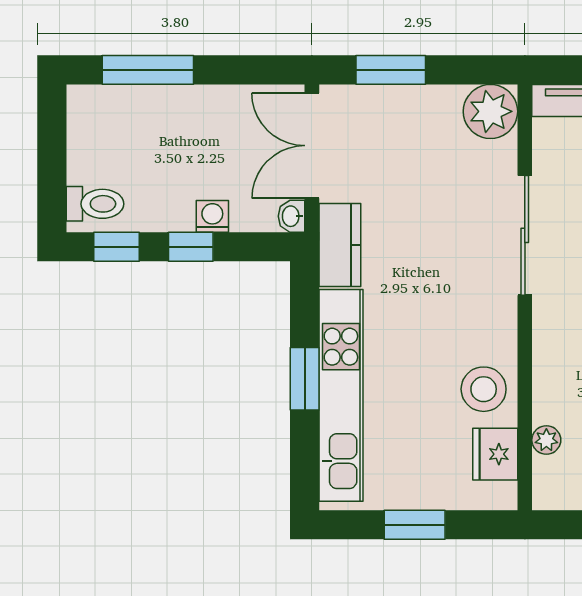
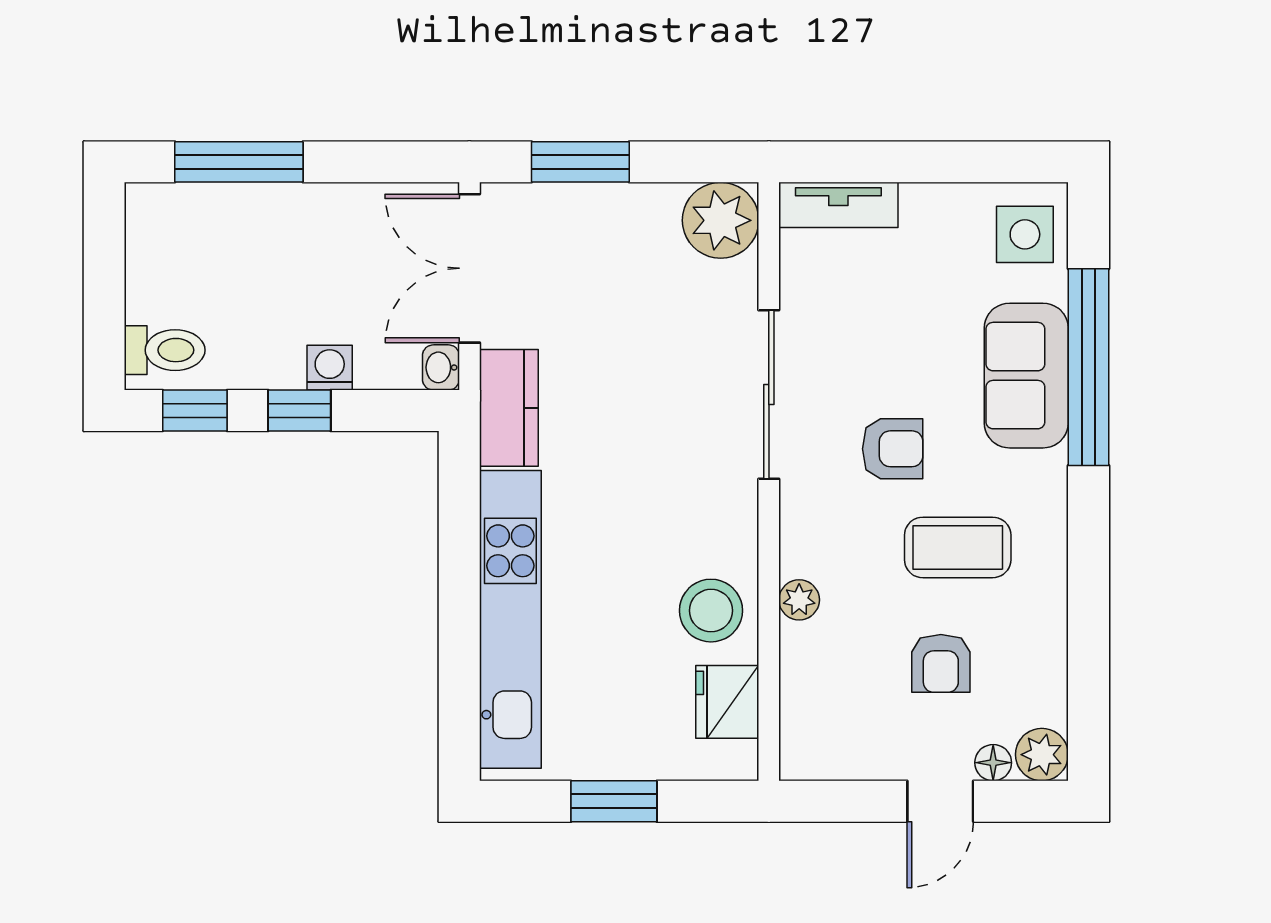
window: (305, 379) -> (459, 596), removed
plant: (546, 440) -> (799, 600), moved

